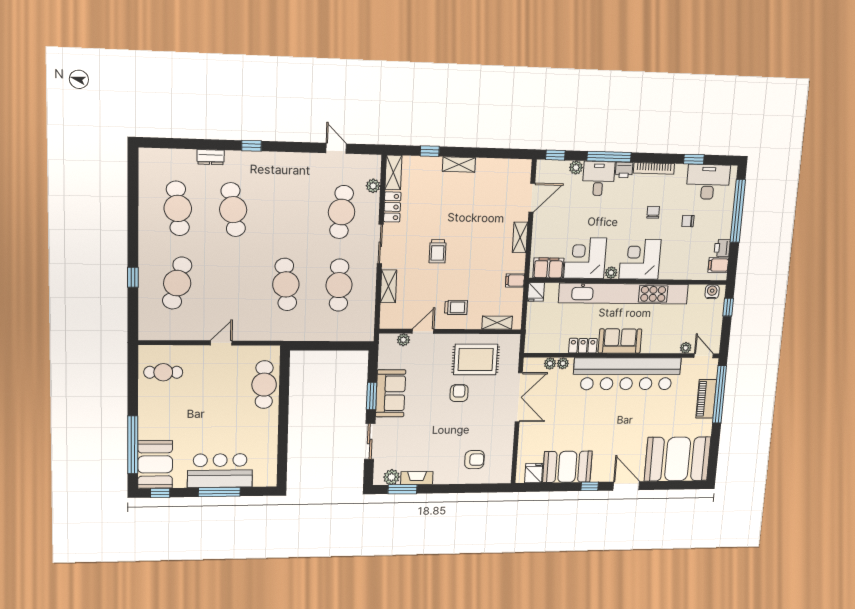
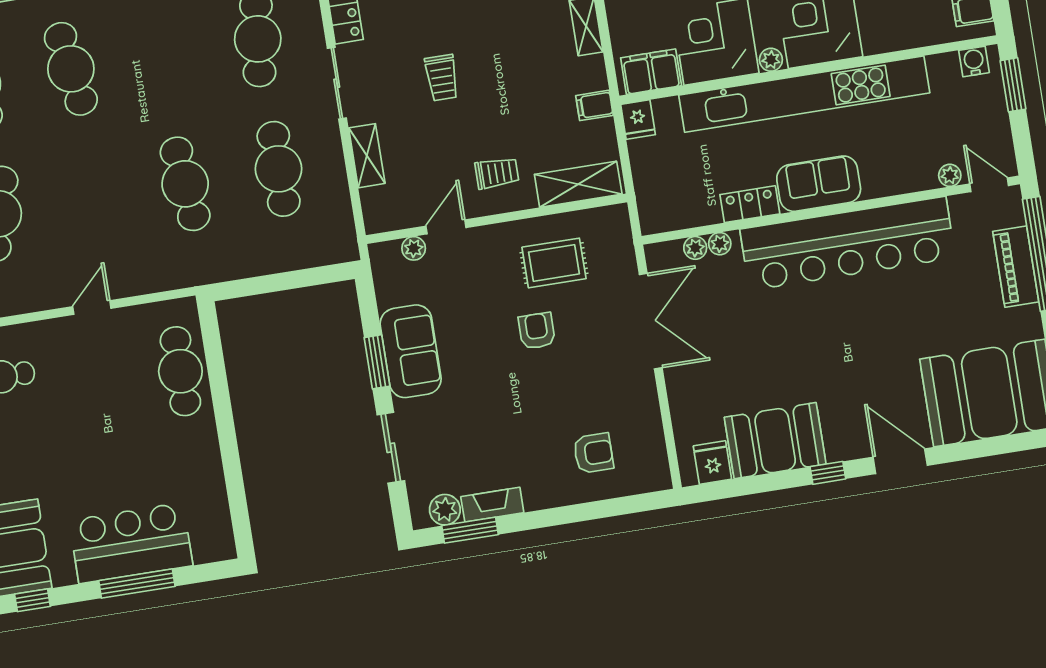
window: (728, 307) -> (1013, 85), width x1.50
shelving: (497, 323) -> (578, 184), width x1.50, depth x1.33
rug: (476, 359) -> (554, 263), width x0.73, depth x0.70

